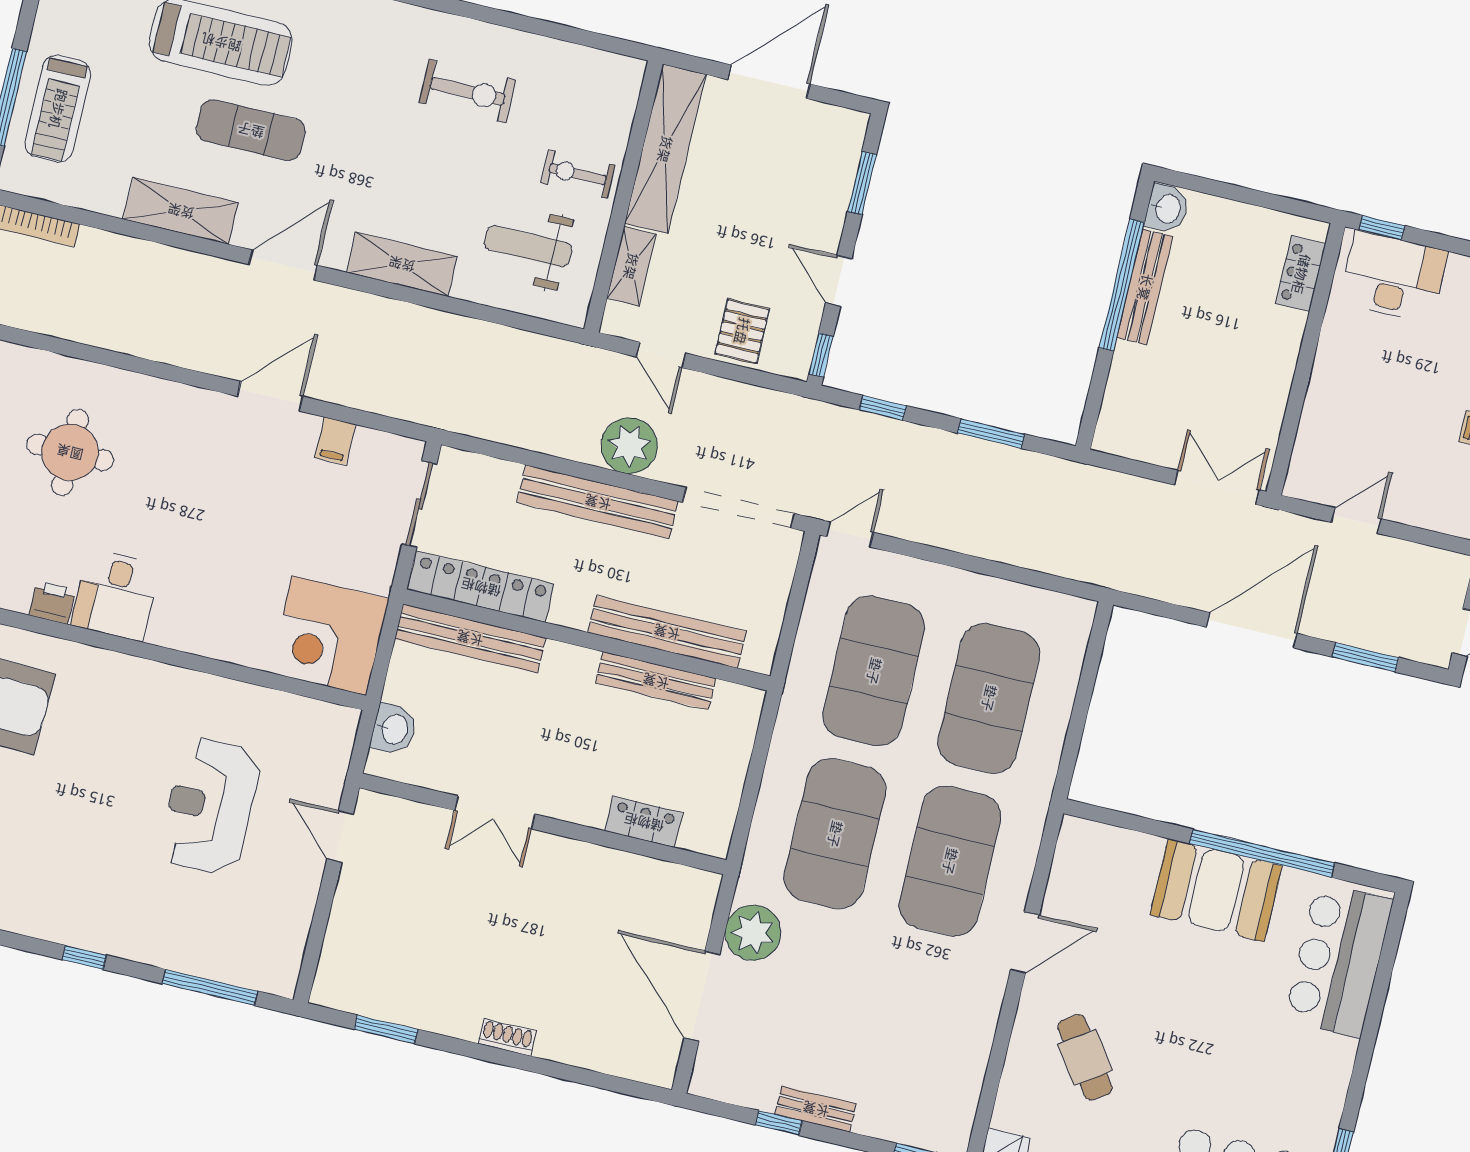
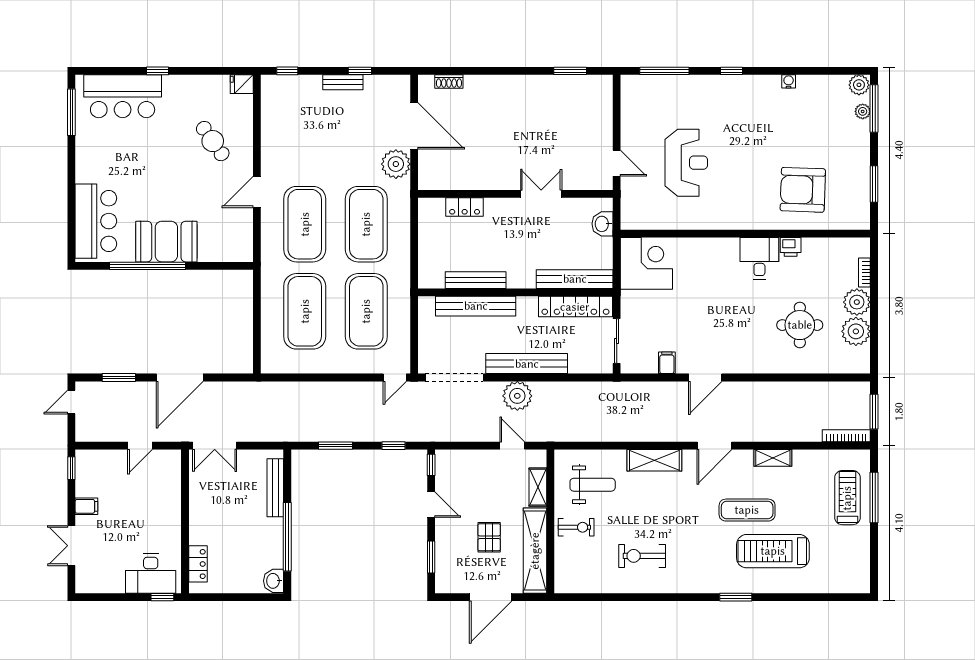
shelving: (181, 211) -> (773, 458), width x0.67, depth x0.75
bench: (1145, 287) -> (275, 488), moved
pallet: (742, 331) -> (489, 537), moved
shoe rack: (507, 1037) -> (449, 81), moved

